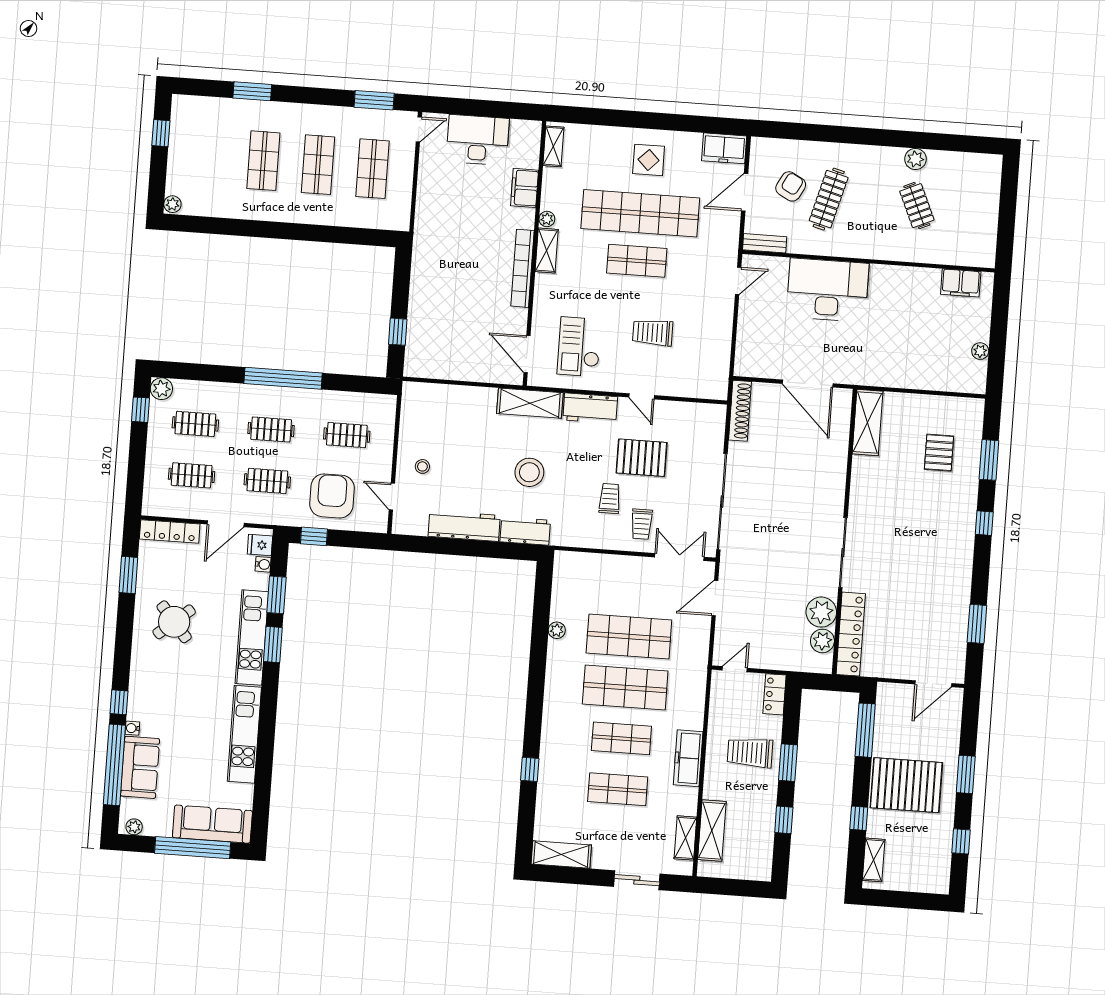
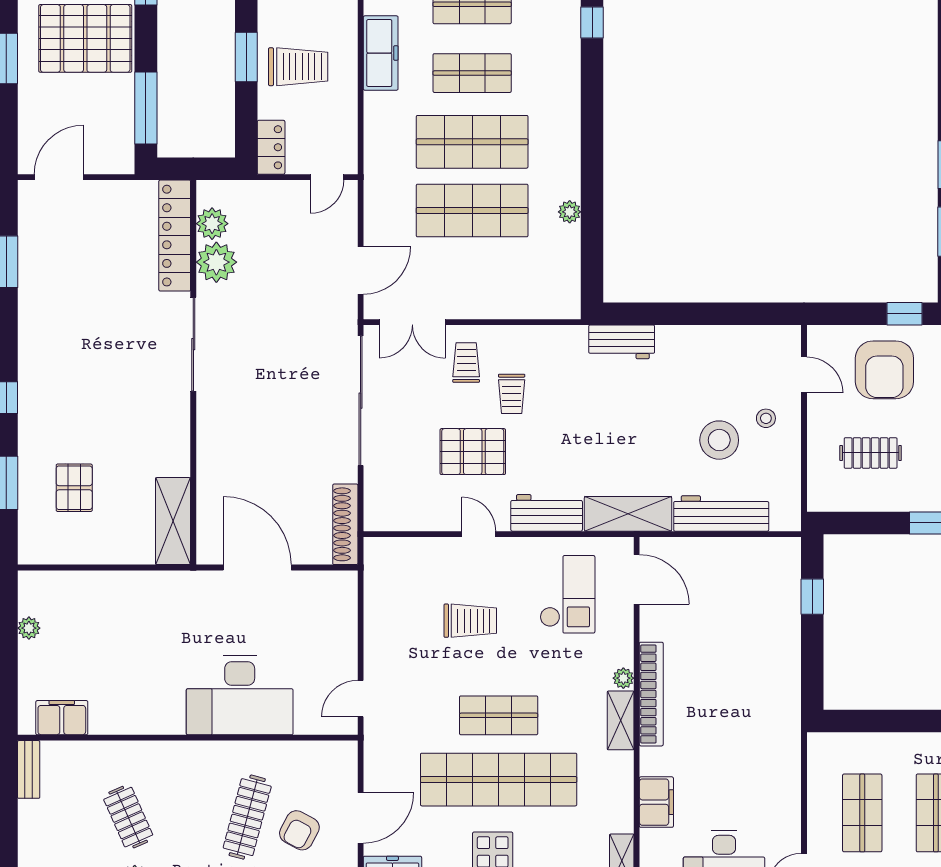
plant: (547, 219) -> (623, 678), moved
bench: (765, 243) -> (29, 769), moved, turned 90
stool: (529, 472) -> (719, 440), moved
workbench: (464, 526) -> (721, 513), moved, turned 180

